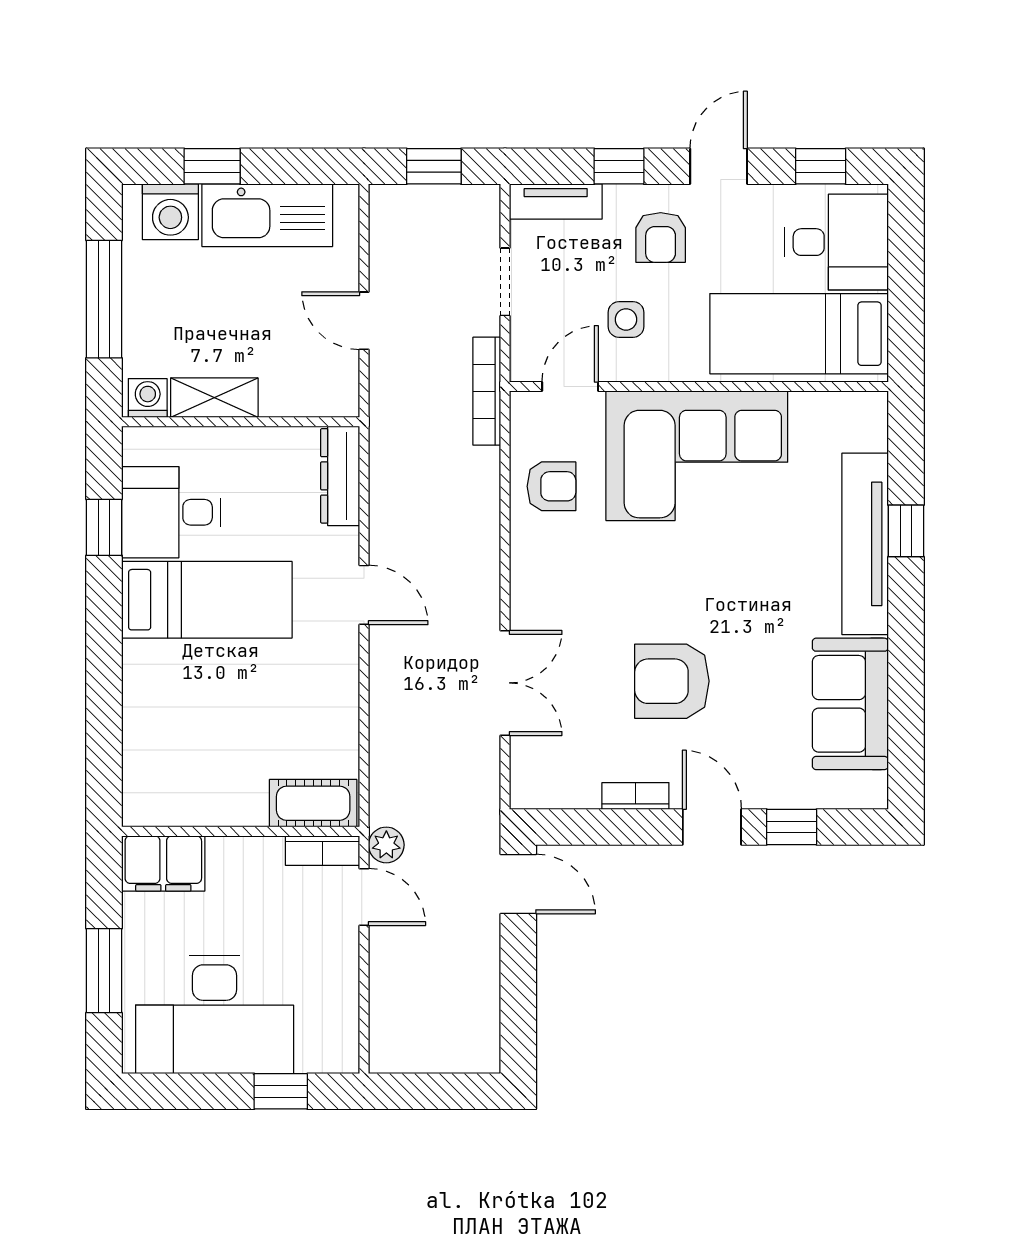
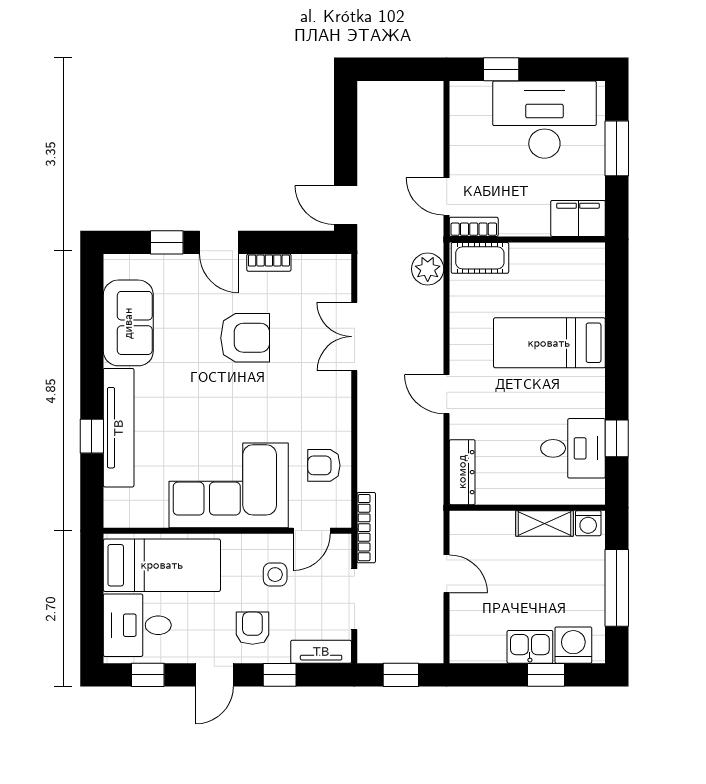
kitchen sink: (267, 215) -> (530, 647), width x0.53, depth x0.81
doorway: (505, 282) -> (354, 599), width x1.38
bed: (207, 600) -> (549, 343), moved
plant: (386, 845) -> (428, 269), moved, width x1.38, depth x1.38

